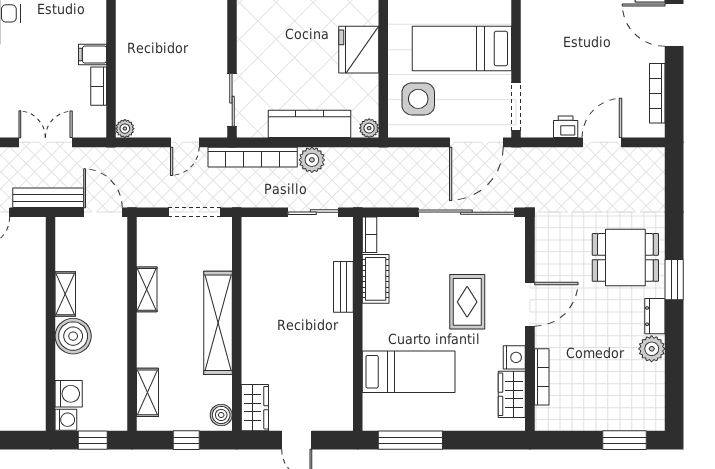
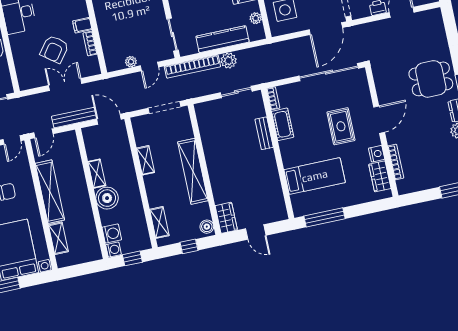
armchair: (41, 83) -> (54, 49), added
plant: (369, 128) -> (256, 18), moved
plant: (125, 129) -> (131, 62), moved

